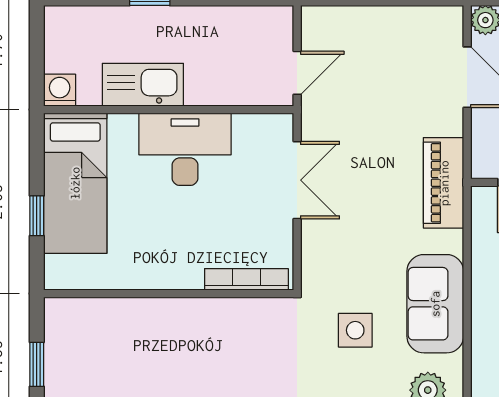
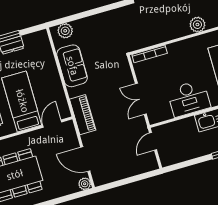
plant: (115, 316) -> (197, 25), added
side table: (355, 330) -> (101, 46), removed

